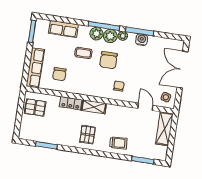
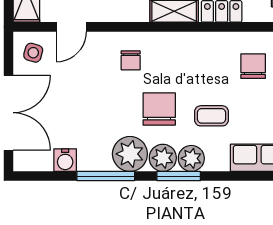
window: (104, 26) -> (179, 176), width x0.69
plant: (123, 36) -> (130, 154), width x1.88, depth x1.88
water cooler: (142, 40) -> (65, 160), moved
door: (145, 107) -> (71, 27), hinge flipped

